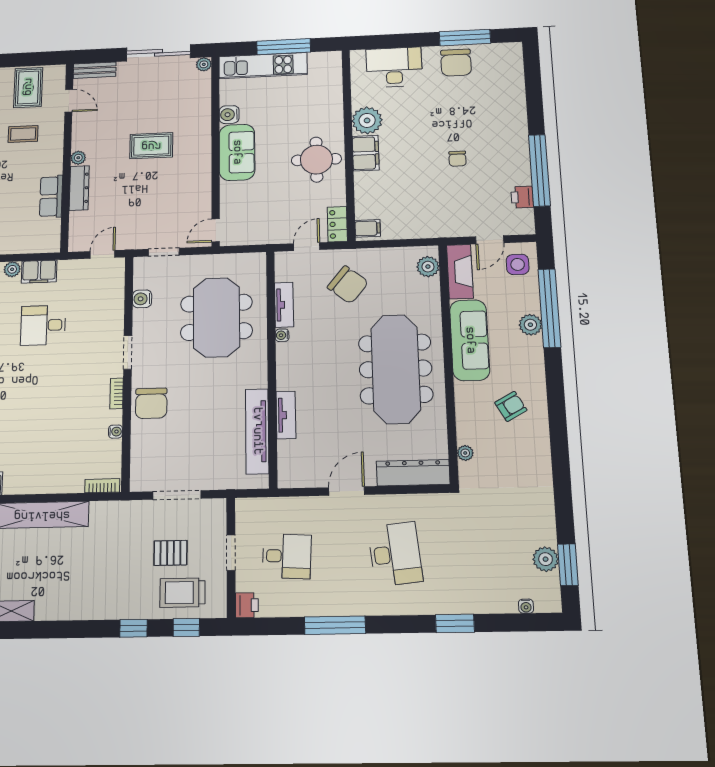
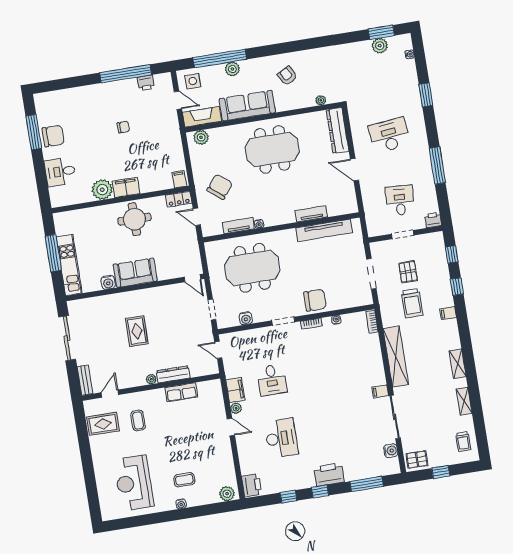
plant: (204, 64) -> (73, 306), removed
desk: (394, 67) -> (60, 172), width x0.73
meeting table: (396, 369) -> (272, 149), width x0.73
trolley: (182, 593) -> (412, 303), moved
filing cabinet: (94, 608) -> (448, 313), added

